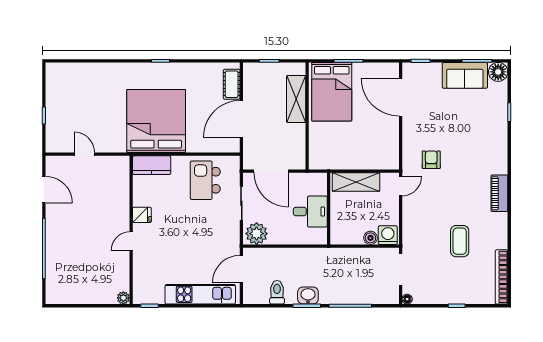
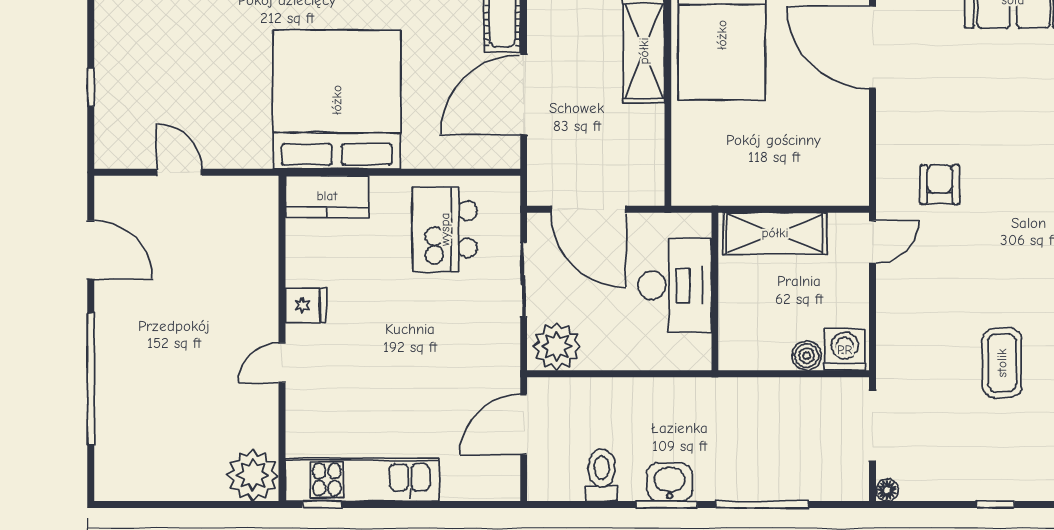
desk: (310, 212) -> (675, 285), width x1.37
kitchen unit: (200, 294) -> (362, 480), moved
plant: (123, 298) -> (253, 475), width x1.87, depth x1.87

